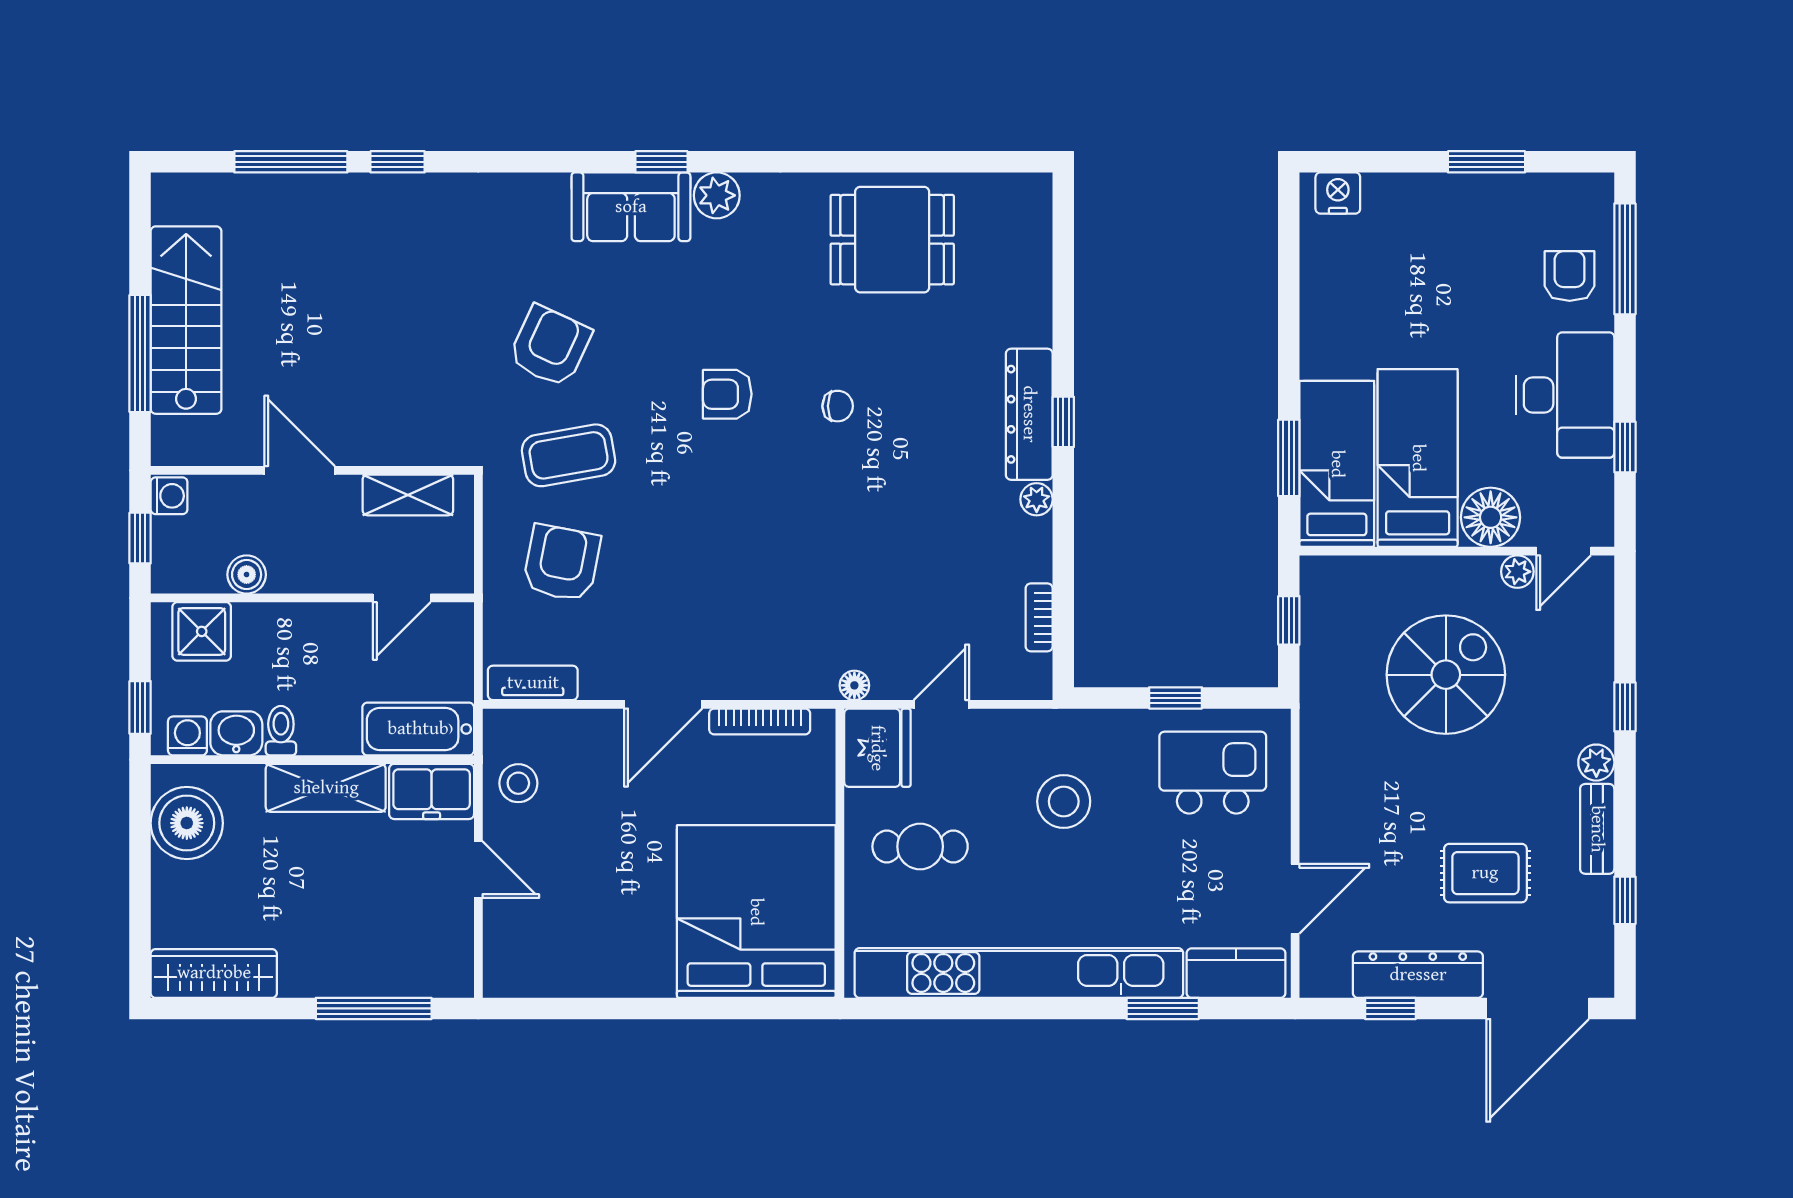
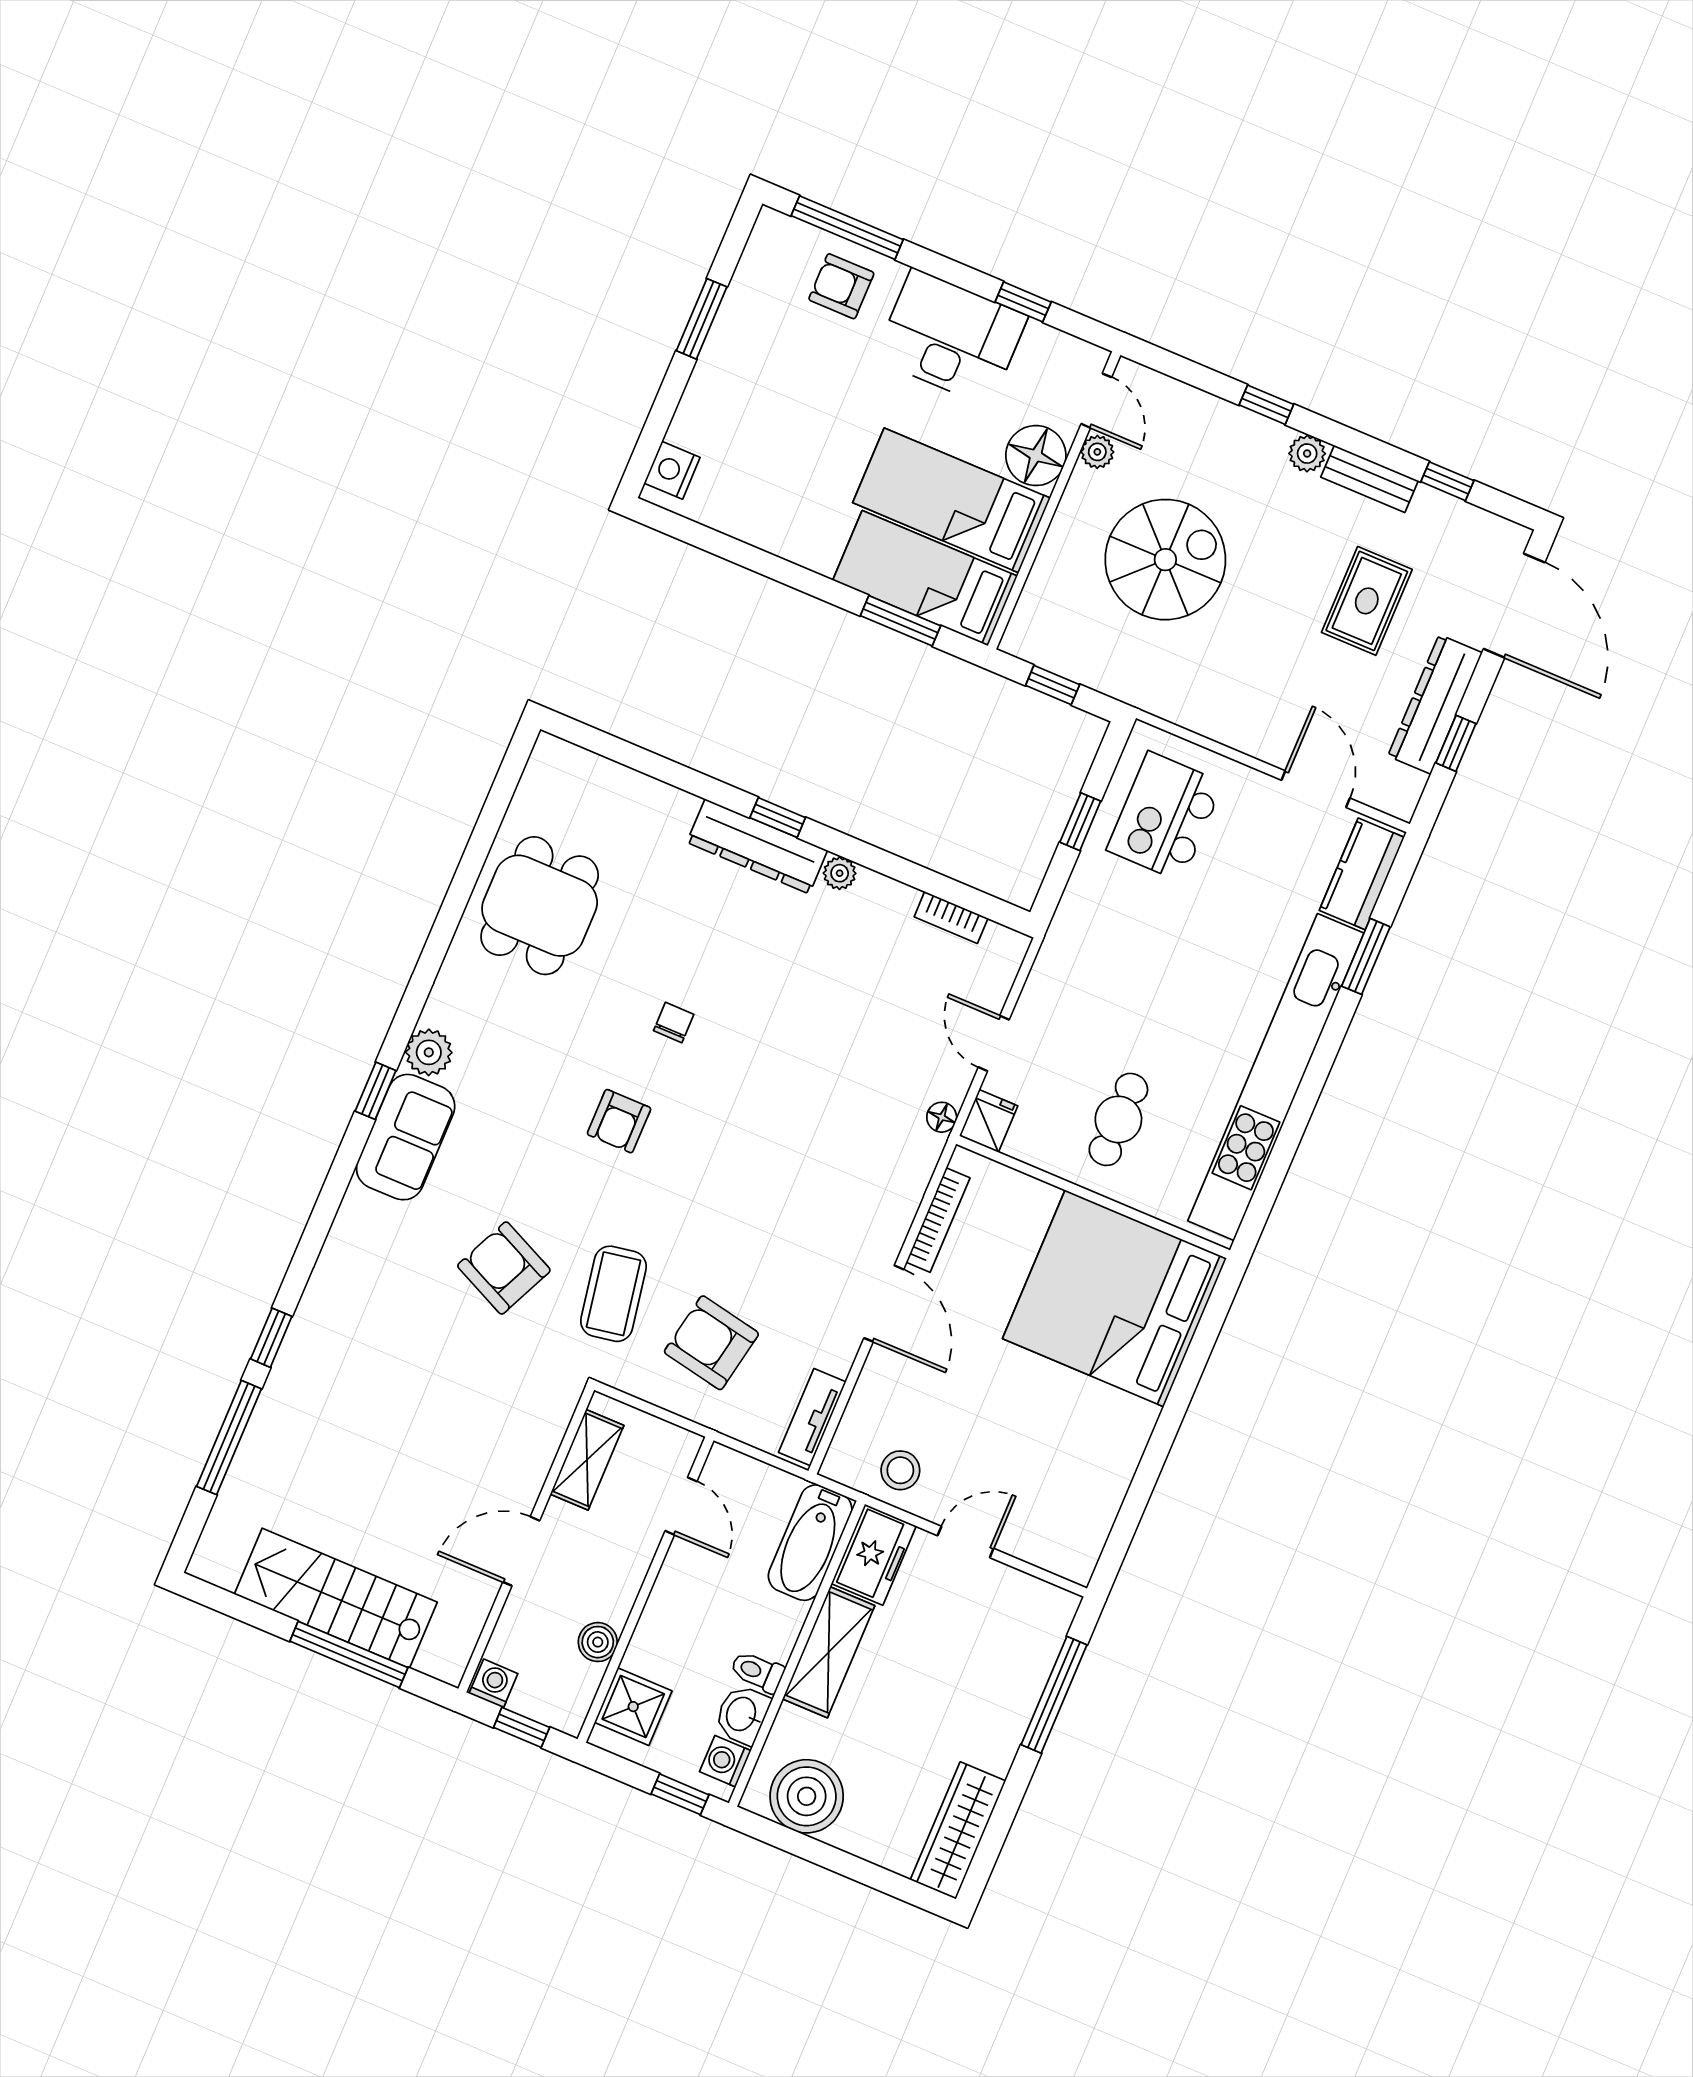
spiral stairs: (1446, 675) -> (1165, 560), turned 90
fridge: (877, 748) -> (989, 1121), width x0.53, depth x0.75
stool: (1064, 801) -> (1133, 967), removed

